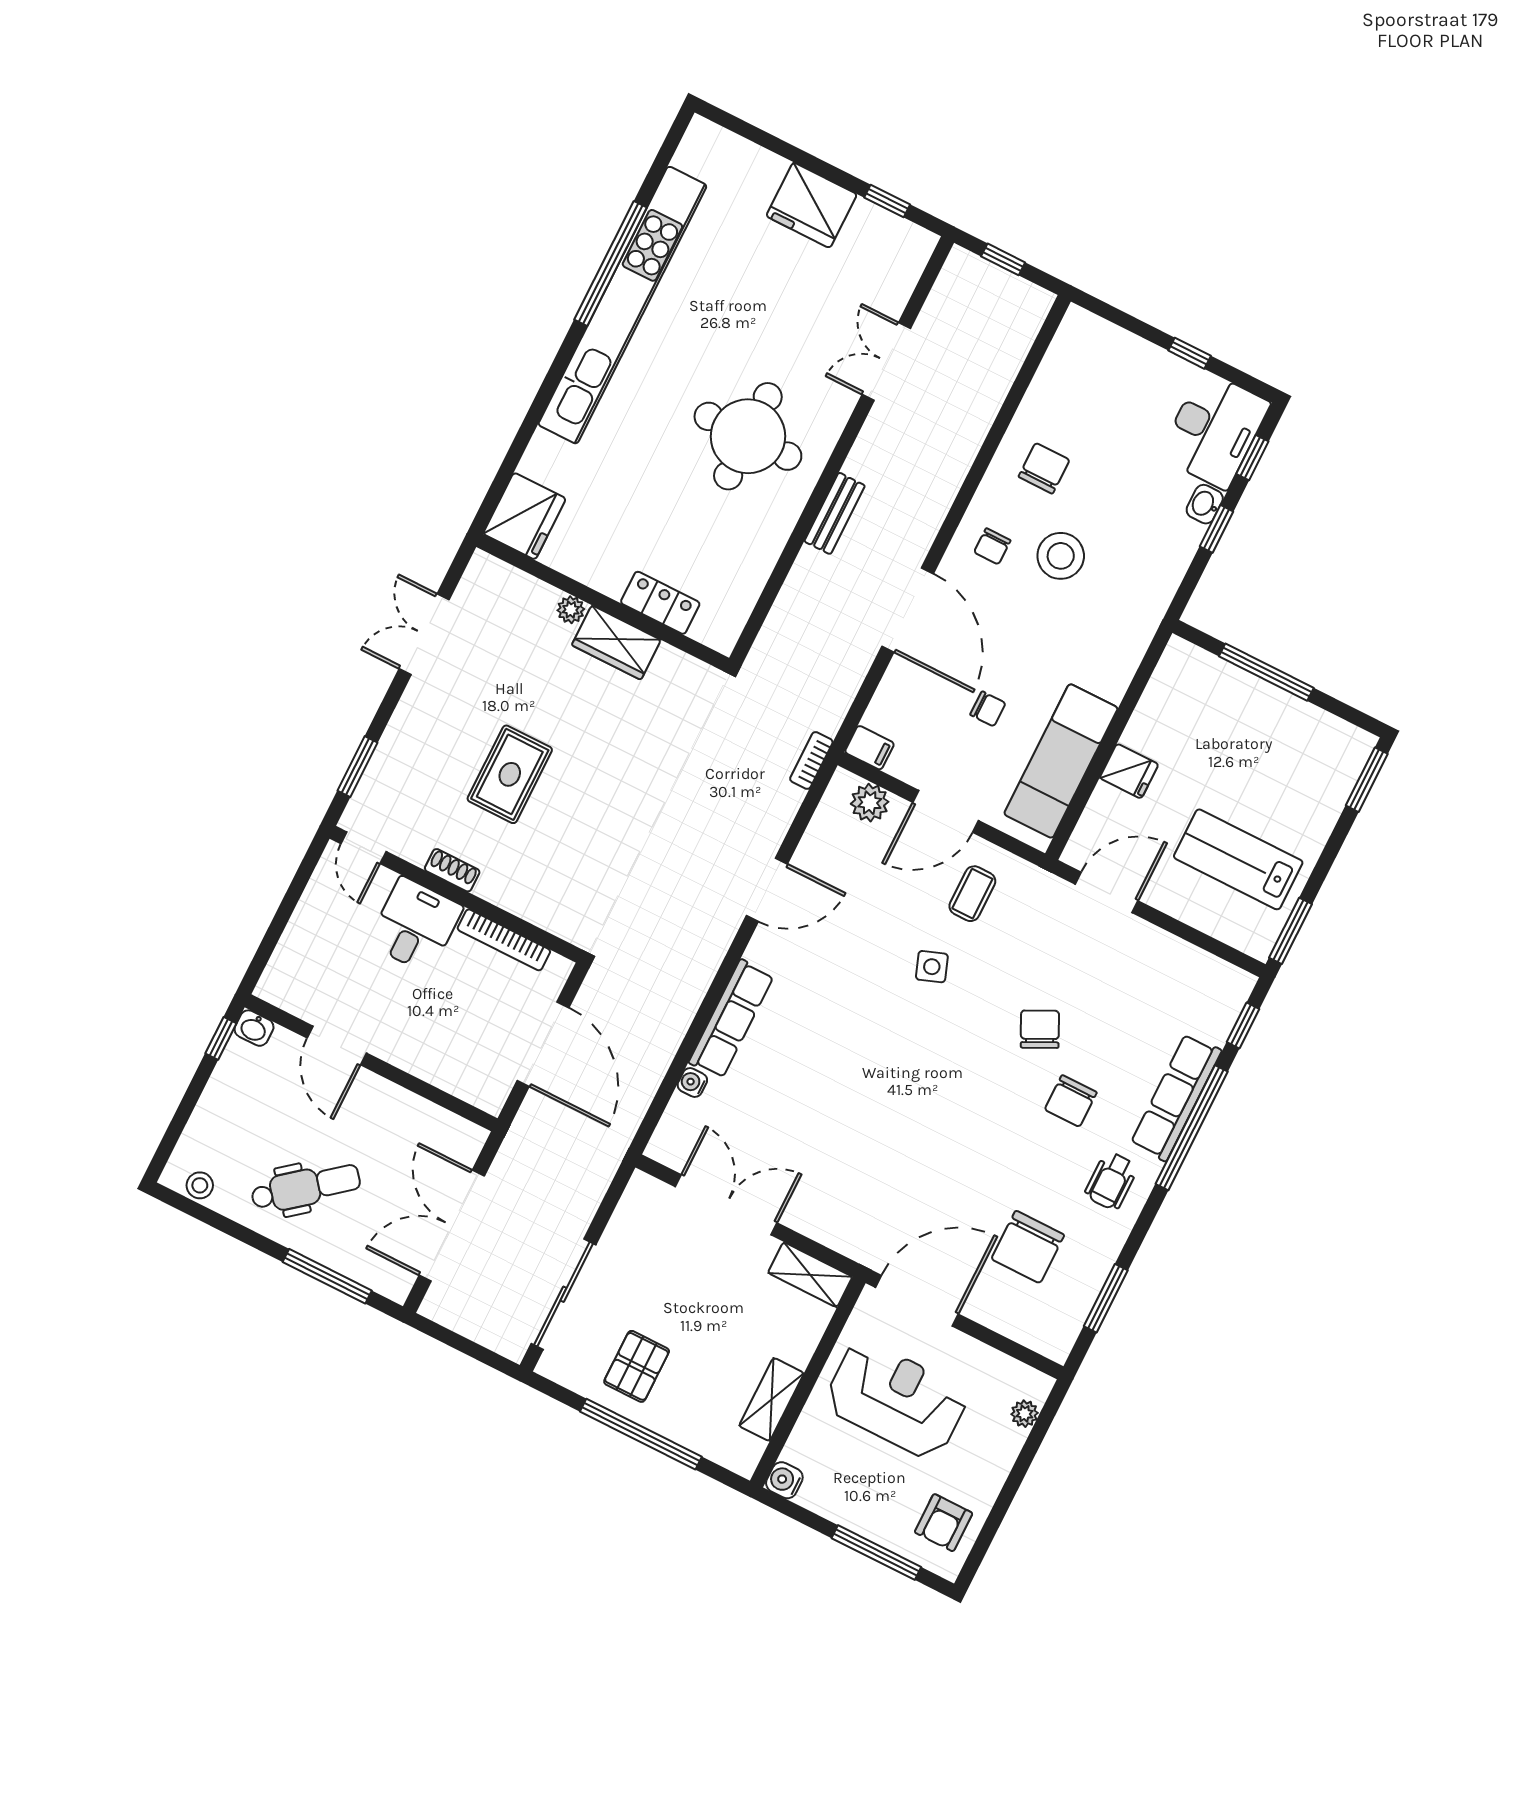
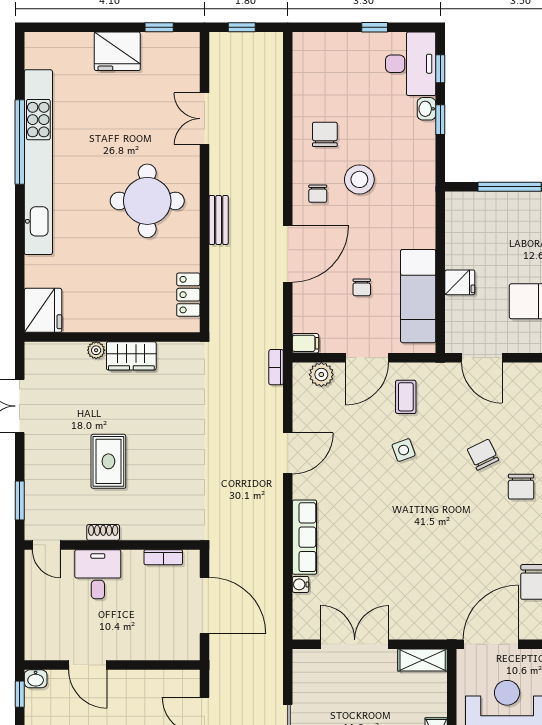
locker: (660, 603) -> (188, 295), moved, turned -90
door: (908, 610) -> (288, 254), hinge flipped
chair: (988, 709) -> (362, 287), turned 90
door: (1107, 892) -> (482, 358), swing flipped
bookcase: (504, 940) -> (163, 557), width x0.64

